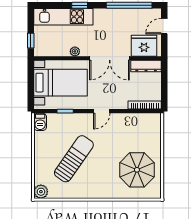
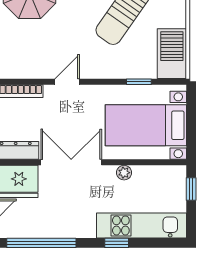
door: (102, 111) -> (67, 82), moved
barbecue: (40, 122) -> (172, 54), width x1.88, depth x1.53

